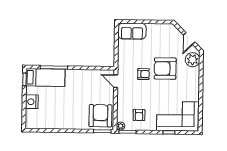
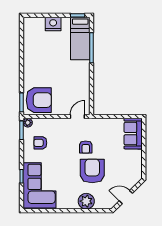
plant: (193, 60) -> (86, 201), moved

